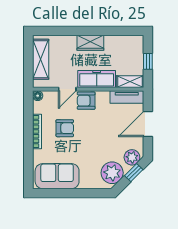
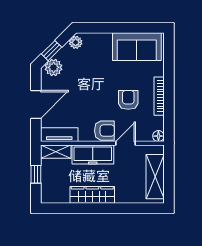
wardrobe: (90, 43) -> (92, 195), width x1.50
armchair: (65, 128) -> (128, 100), turned 90
plant: (112, 173) -> (76, 42), width x0.53, depth x0.53

